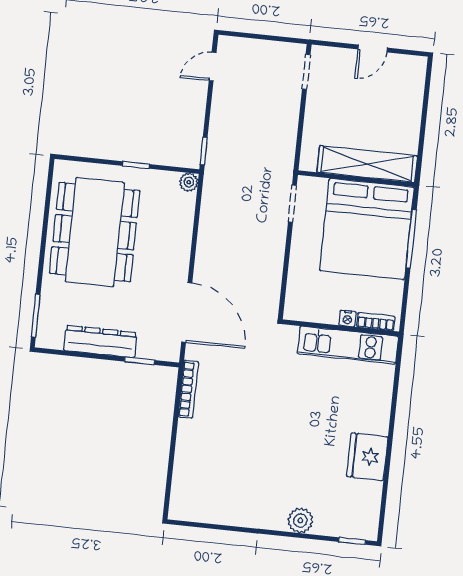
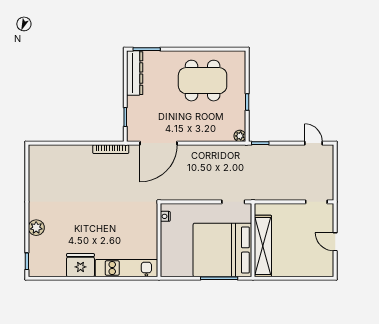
dining table: (95, 232) -> (203, 81), width x0.73, depth x0.80
nightstand: (347, 318) -> (165, 216), moved
bookcase: (376, 322) -> (165, 262), removed
dresser: (100, 342) -> (135, 73), moved
kitchen unit: (348, 345) -> (126, 268), moved, turned 90

